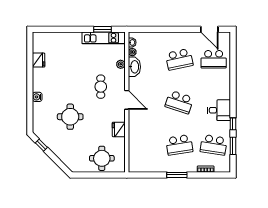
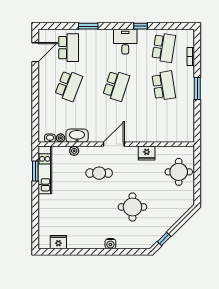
school desk: (179, 59) -> (69, 86), turned 33
fridge: (39, 60) -> (58, 242), moved
window: (233, 146) -> (88, 26), moved

